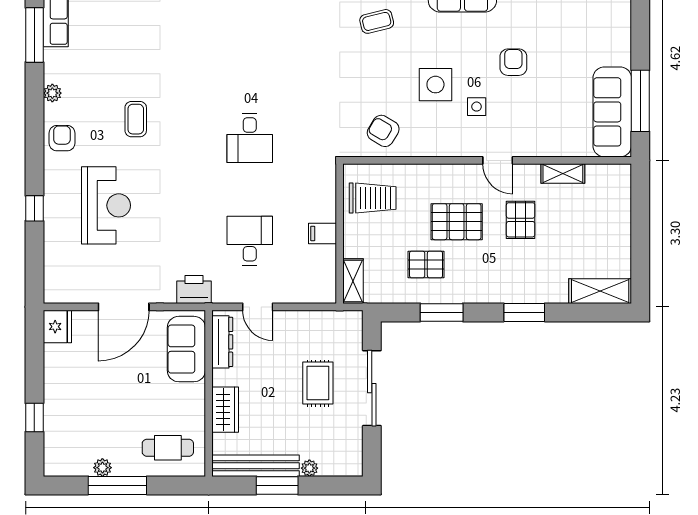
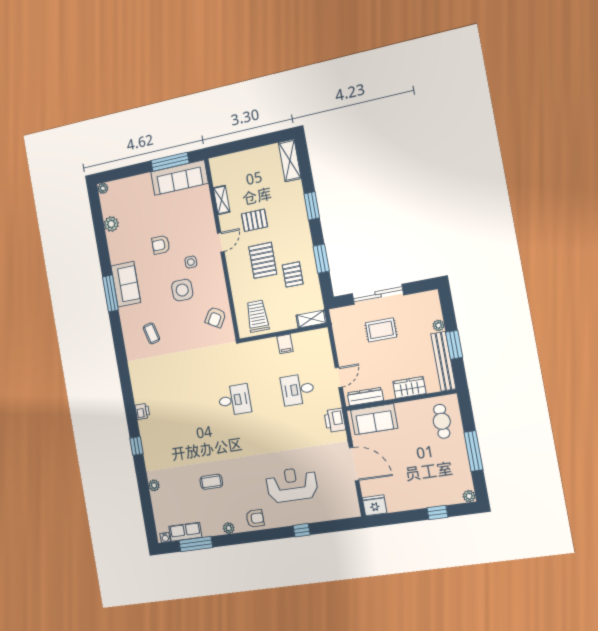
coffee table: (136, 119) -> (211, 482), moved
armchair: (62, 138) -> (255, 518), turned 180
plant: (102, 468) -> (469, 496), moved

